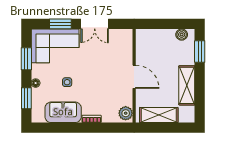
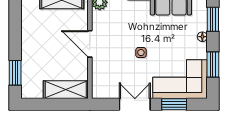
boiler: (182, 35) -> (36, 92), removed
side table: (67, 82) -> (141, 53), moved
shelving: (187, 85) -> (66, 90), moved, turned 90

